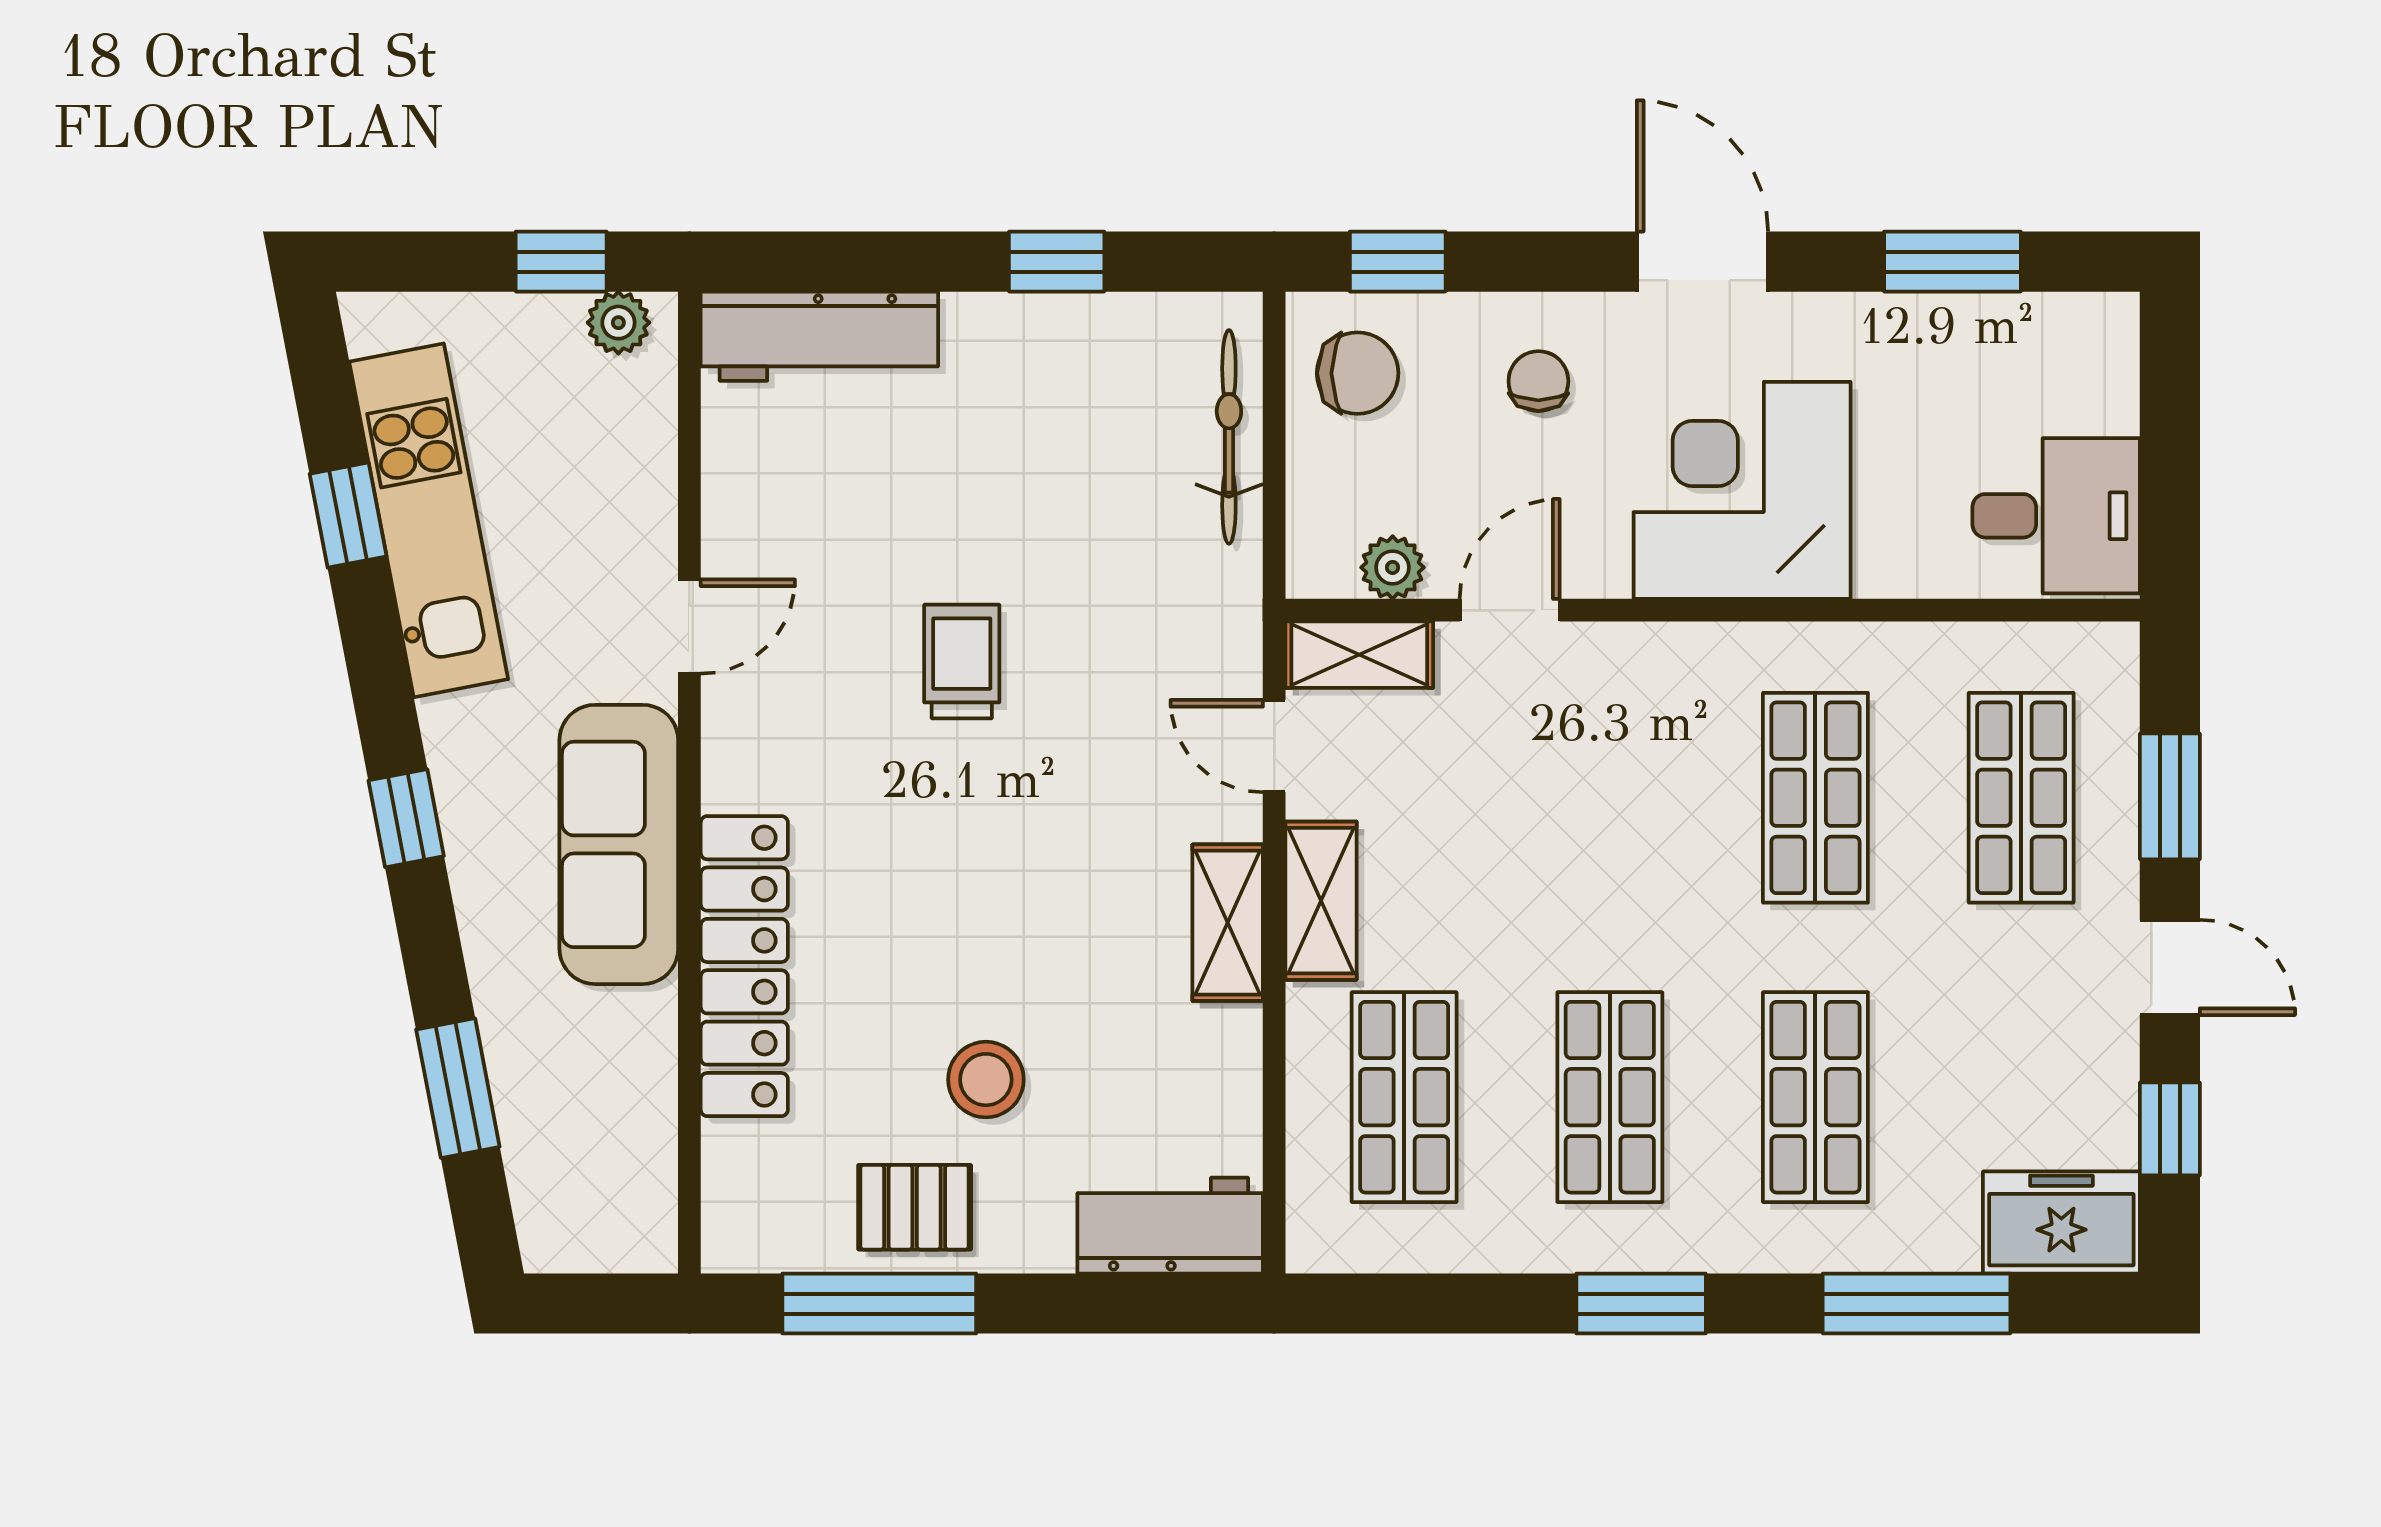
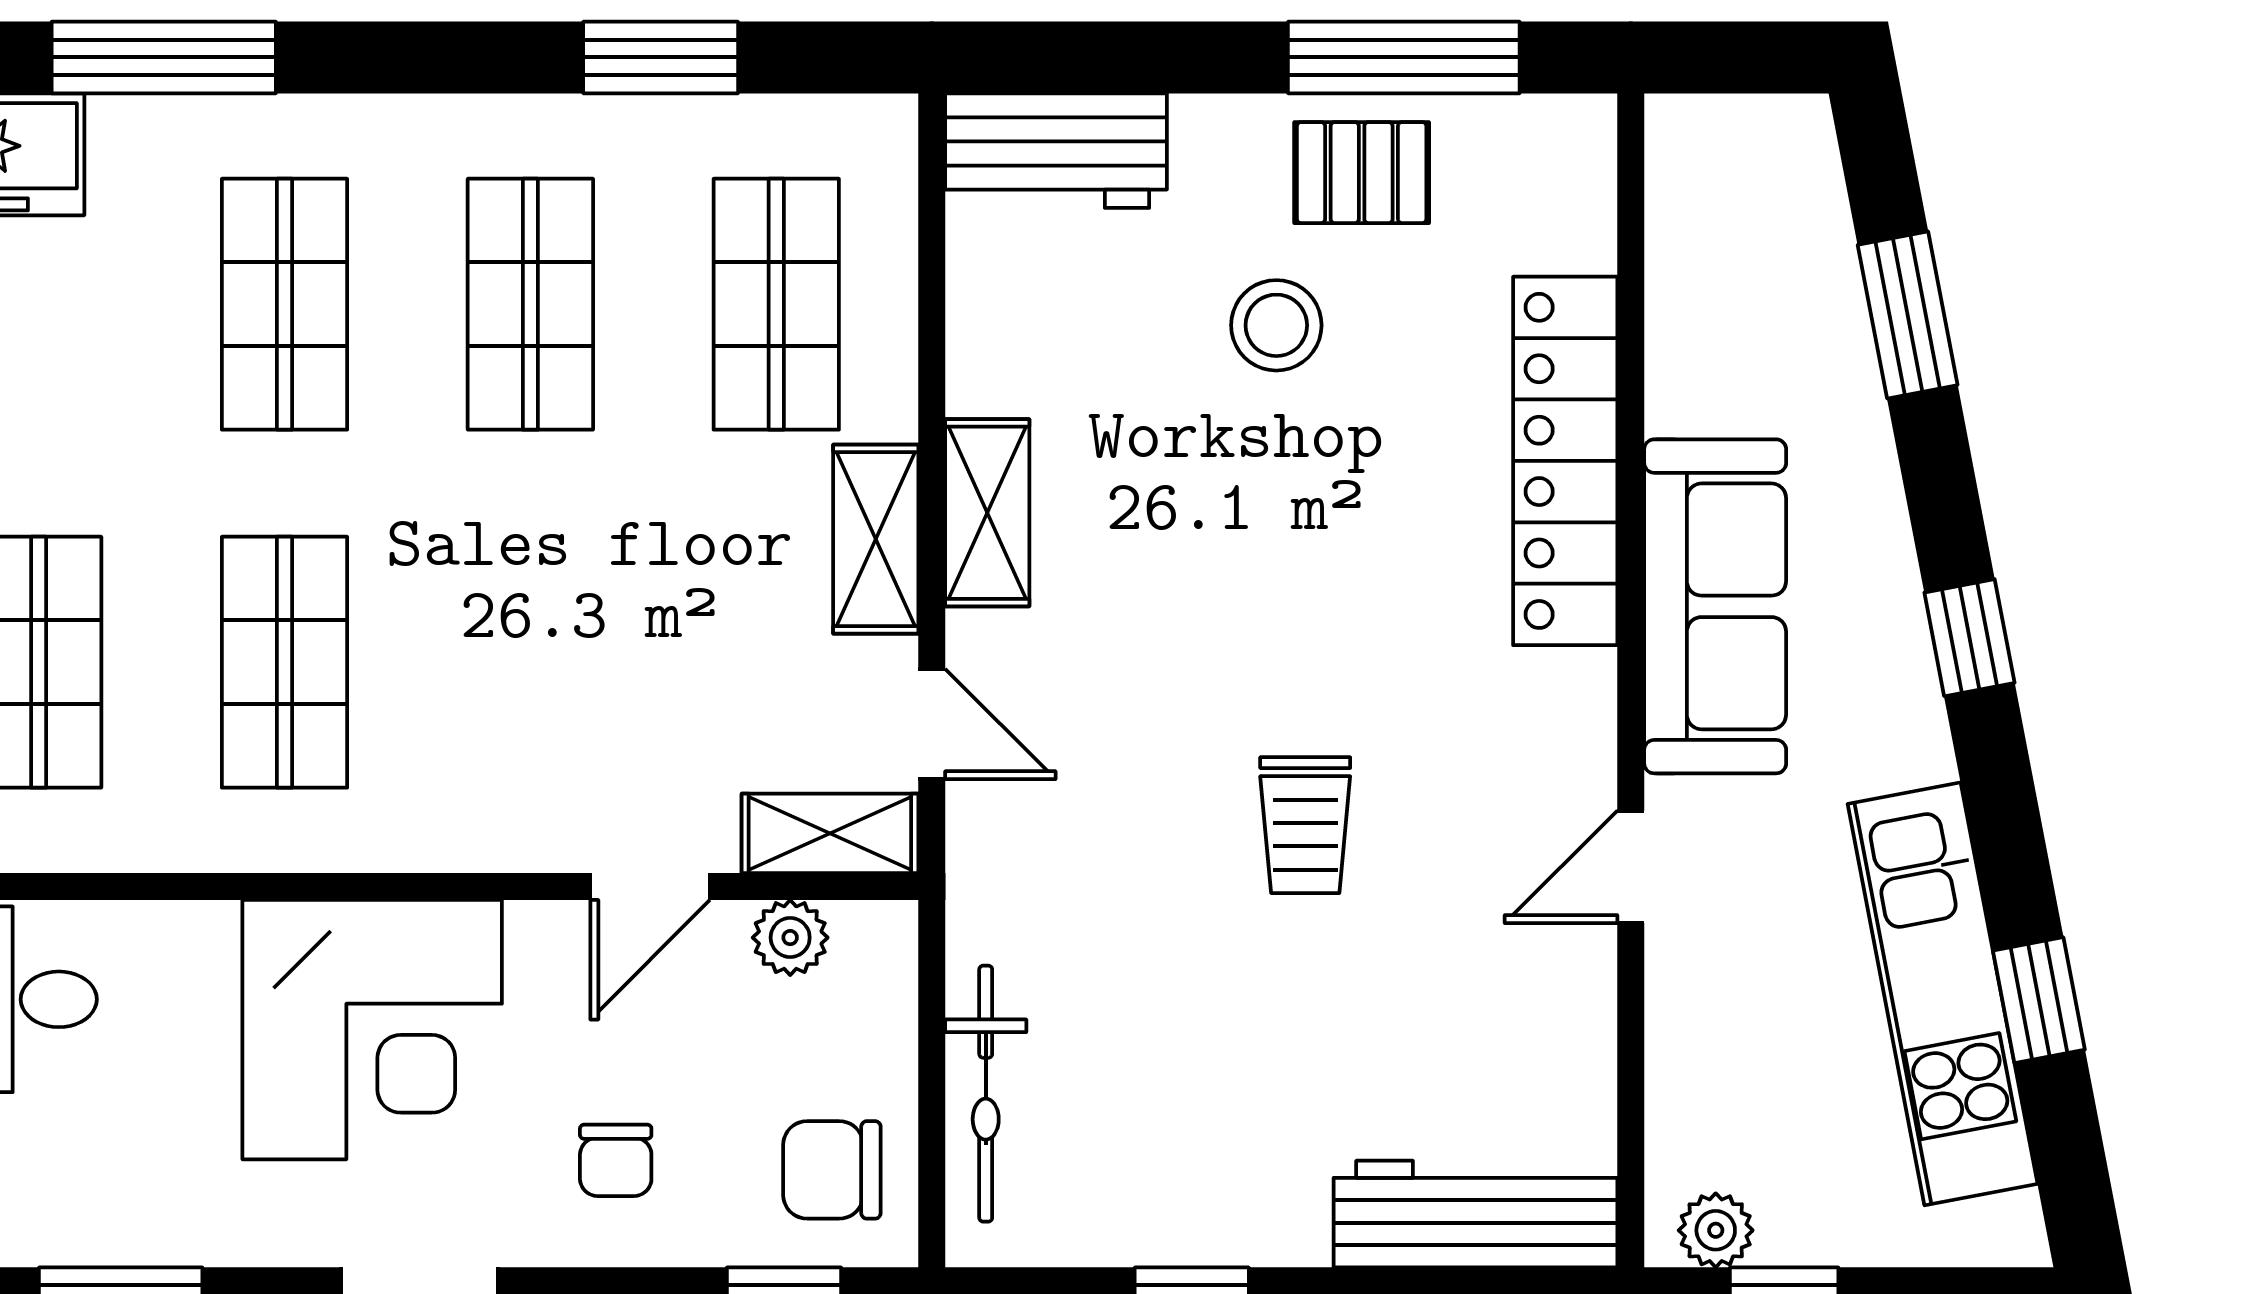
window: (1641, 1304) -> (661, 57), moved

